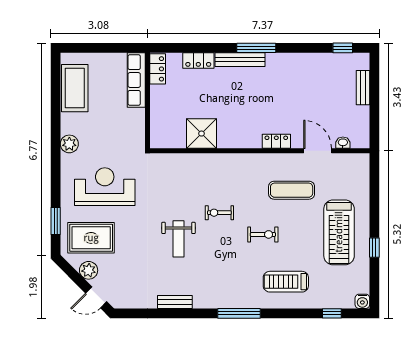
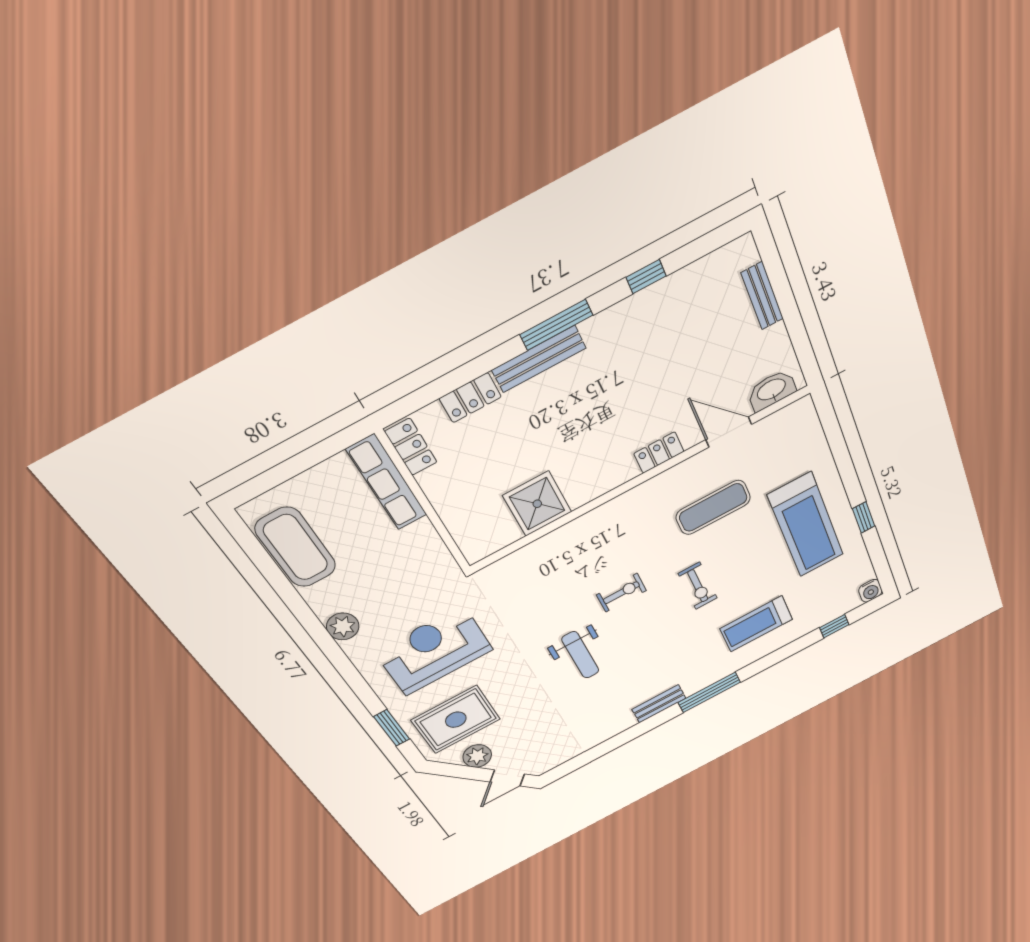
window: (343, 48) -> (646, 277), moved
washbasin: (343, 143) -> (772, 390), width x1.91, depth x1.45
exercise bike: (219, 213) -> (621, 593), turned 180
exercise bike: (263, 234) -> (698, 586), turned 90
bench: (175, 302) -> (659, 704), moved

